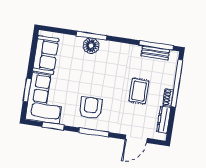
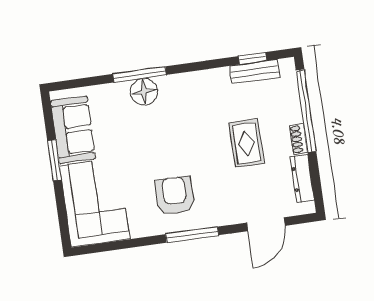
window: (156, 45) -> (253, 58), width x0.46
window: (27, 90) -> (54, 160), moved
window: (53, 126) -> (121, 245), removed

